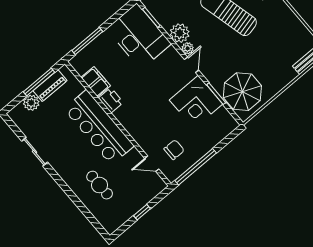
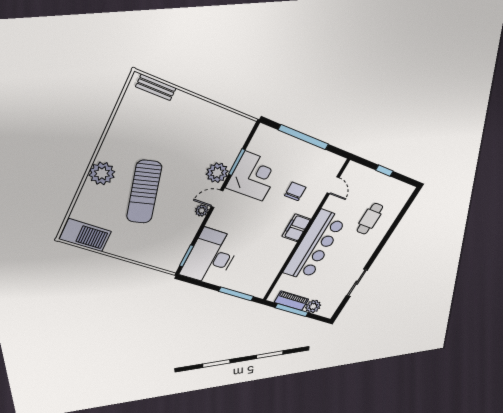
plant: (180, 33) -> (217, 173), moved
filing cabinet: (96, 82) -> (296, 228), moved
parasol: (242, 92) -> (223, 138), removed
printer: (111, 100) -> (284, 249), removed
chair: (174, 150) -> (295, 191), moved, turned 90
window: (196, 167) -> (304, 137), moved

